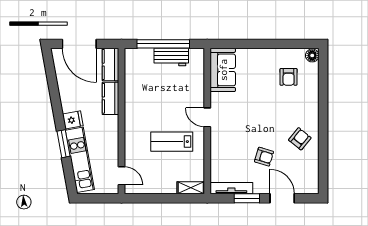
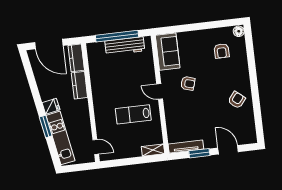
workbench: (171, 57) -> (125, 46), width x1.38
armchair: (264, 157) -> (188, 83), moved

